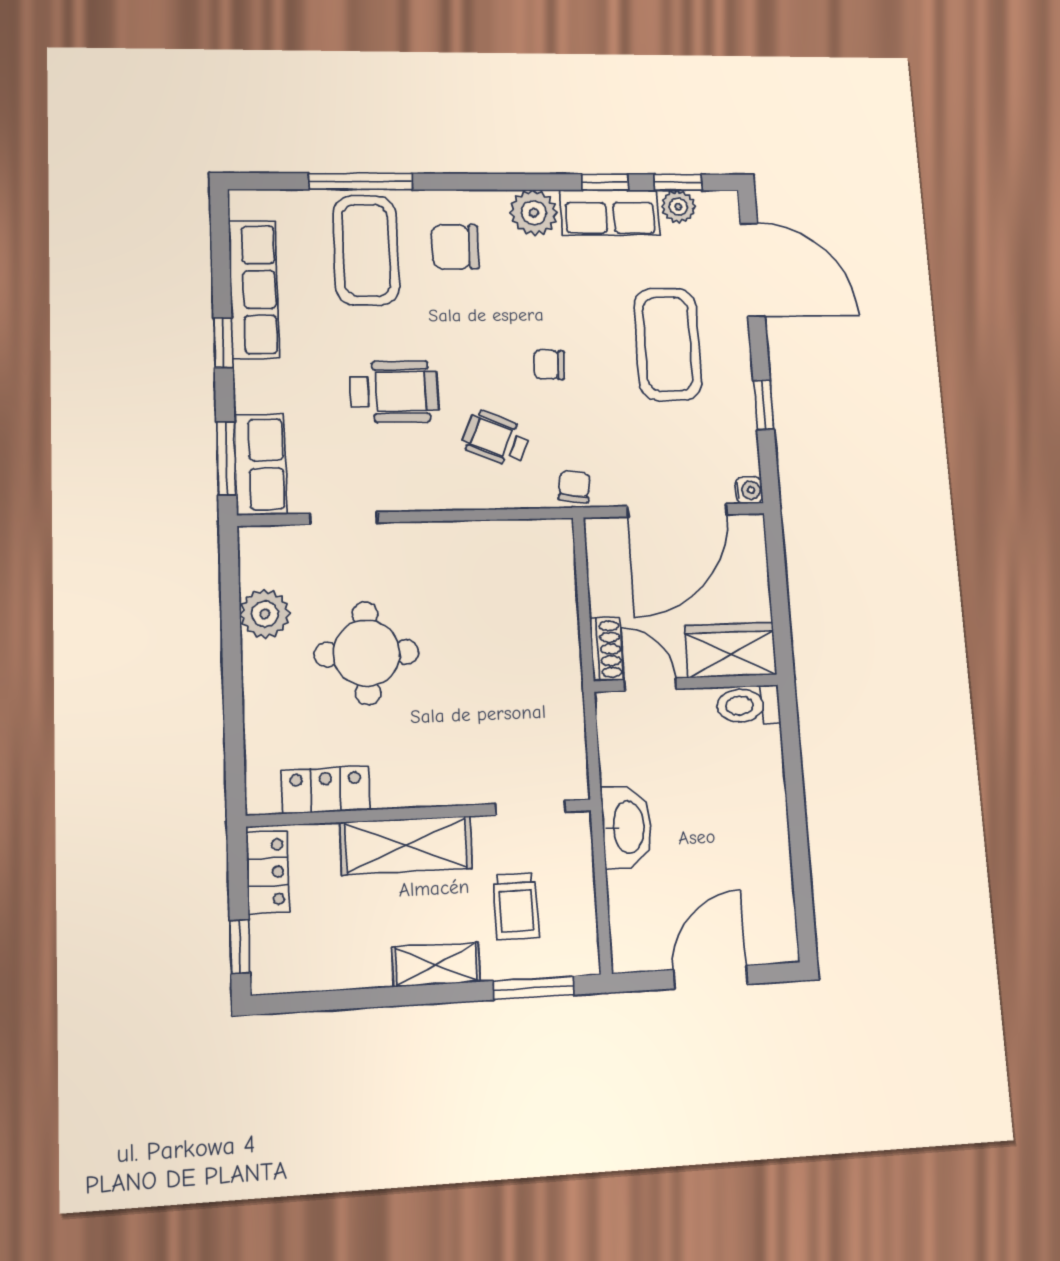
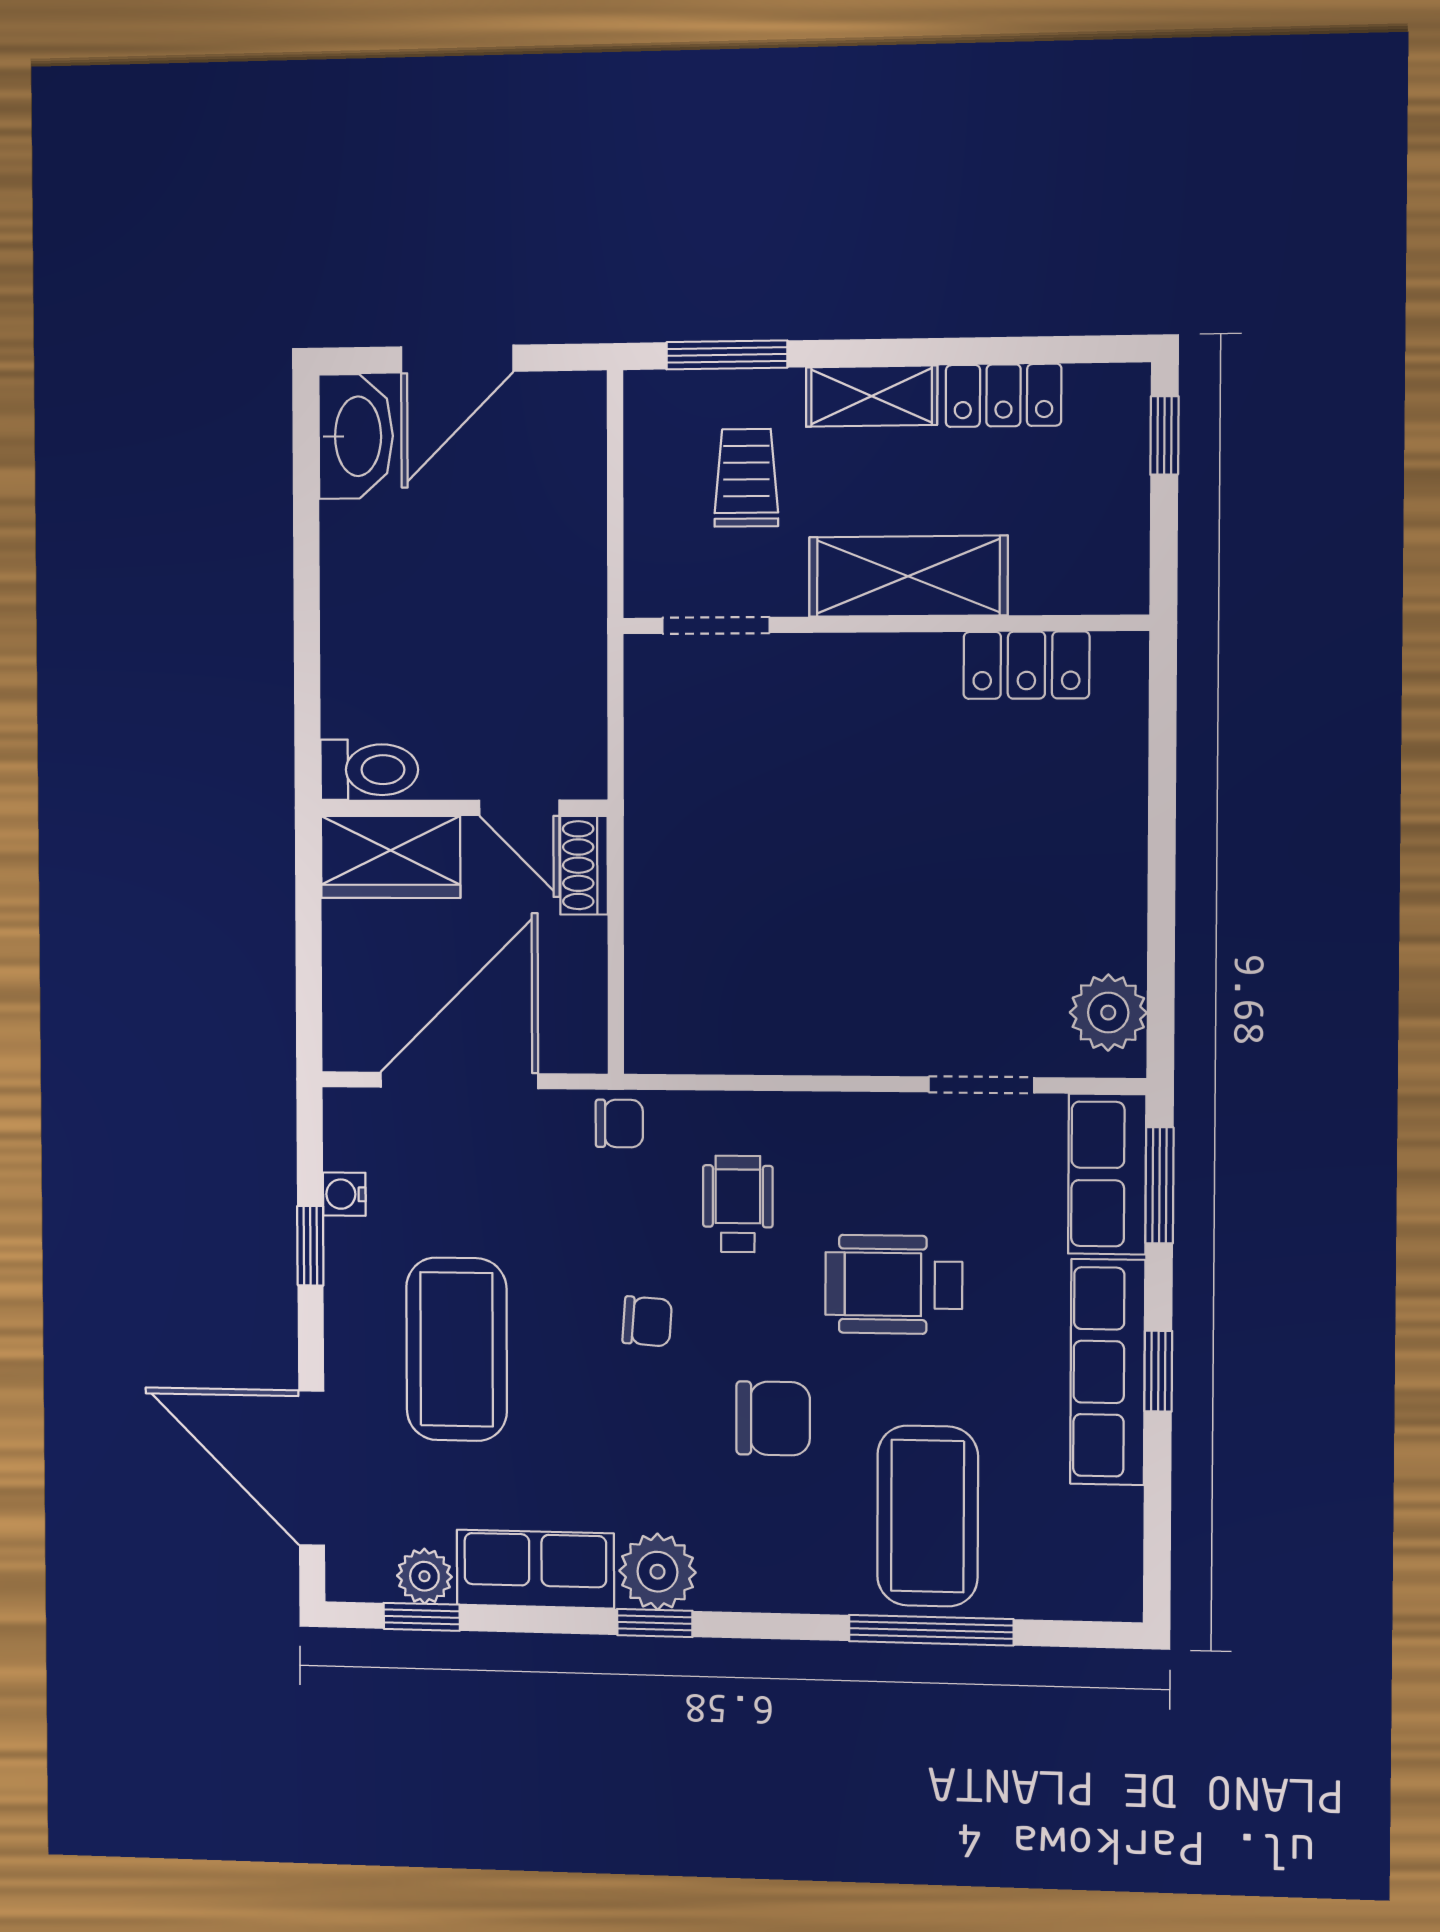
window: (605, 182) -> (655, 1623), moved
chair: (455, 247) -> (773, 1418), moved
row of seats: (254, 290) -> (1108, 1372), moved
wheelchair: (496, 439) -> (738, 1204), turned -113
chair: (574, 487) -> (619, 1123), turned -97
water cooler: (749, 490) -> (344, 1194), moved
plant: (265, 614) -> (1108, 1013), moved
round table: (367, 653) -> (955, 872), removed
washbasin: (627, 827) -> (356, 436), moved, turned 180
locker: (268, 872) -> (1003, 395), moved, turned -90

